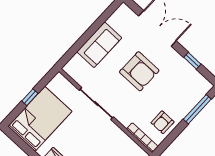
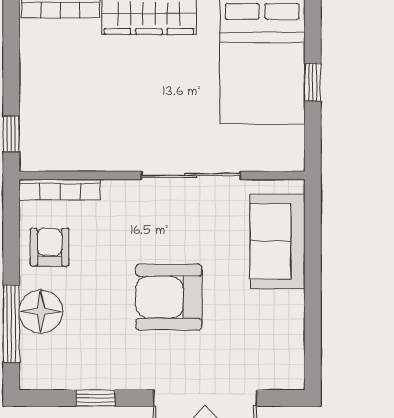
sofa: (99, 45) -> (278, 241), moved
floor lamp: (184, 104) -> (41, 312), added

